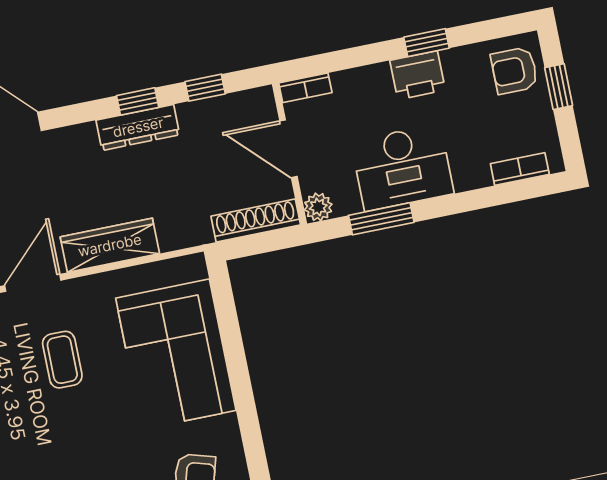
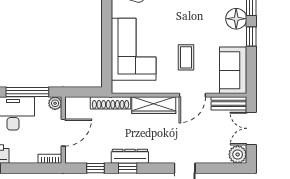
door: (288, 149) -> (63, 133), hinge flipped
window: (381, 219) -> (27, 92), width x1.44
shoe rack: (256, 221) -> (110, 103), moved

